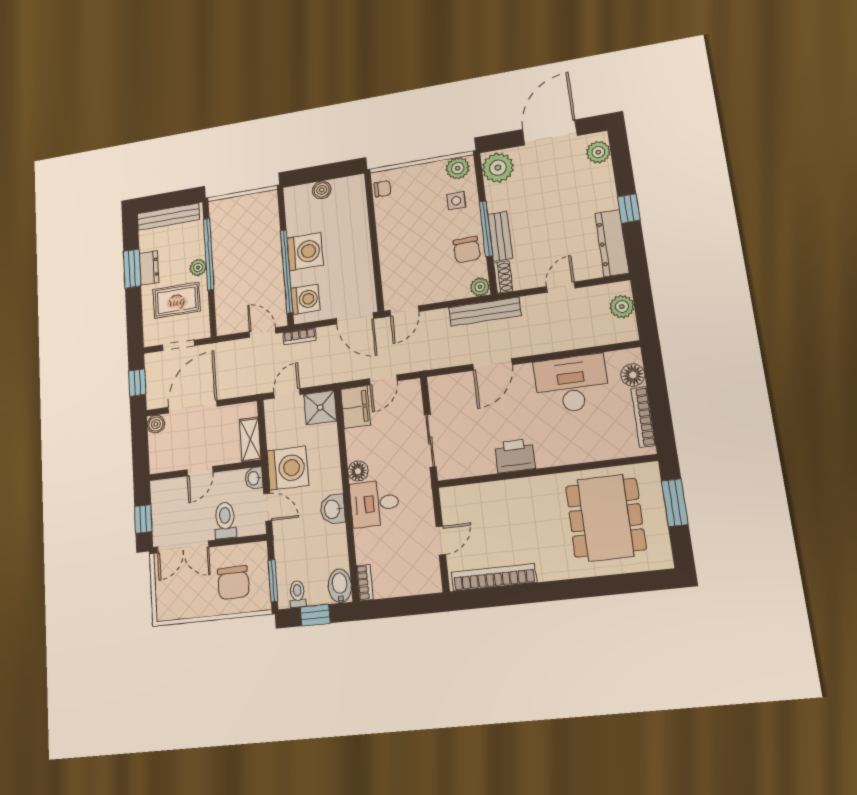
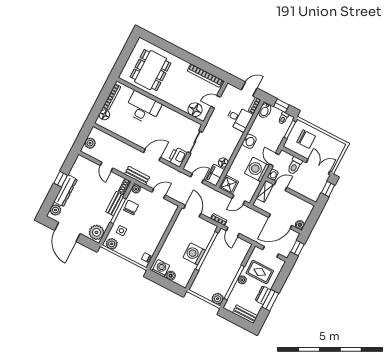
door: (550, 132) -> (67, 232), hinge flipped
plant: (220, 210) -> (218, 299), added
bench: (168, 217) -> (245, 314), width x0.73
dresser: (612, 243) -> (66, 191), moved
door: (561, 287) -> (107, 167), hinge flipped
washing machine: (306, 299) -> (161, 268), moved, turned 90
door: (404, 311) -> (159, 194), moved
bench: (485, 312) -> (137, 176), width x0.73
desk: (571, 384) -> (143, 108), moved, turned 180
printer: (515, 456) -> (178, 157), moved, turned 90
door: (200, 471) -> (281, 186), moved
floor lamp: (358, 471) -> (223, 163), moved
floor lamp: (470, 500) -> (195, 110), added
window: (675, 503) -> (123, 59), removed
desk: (375, 504) -> (239, 119), moved
chair: (233, 583) -> (306, 139), turned 91
door: (394, 607) -> (249, 89), added

